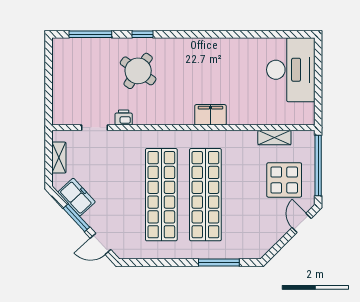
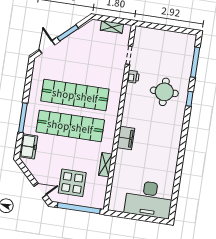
round table: (138, 71) -> (164, 92), turned -35
shelving: (274, 138) -> (105, 165), moved
freezer: (76, 197) -> (29, 146), moved, turned -47
window: (219, 262) -> (23, 118), moved

